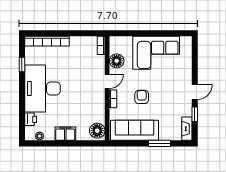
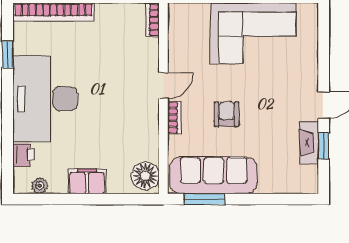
floor lamp: (117, 61) -> (181, 48), removed
fireplace: (187, 129) -> (309, 143), moved
window: (159, 143) -> (204, 199), moved

